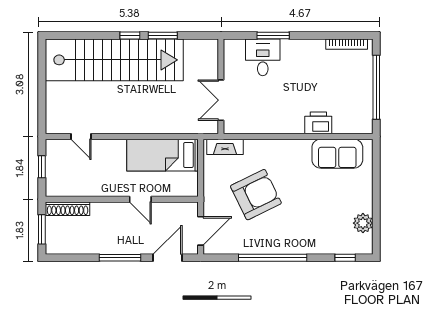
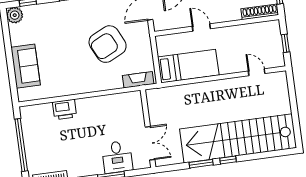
double door: (221, 100) -> (150, 143), moved
sofa: (337, 154) -> (26, 66), moved, turned 90
plant: (363, 223) -> (15, 15), moved

